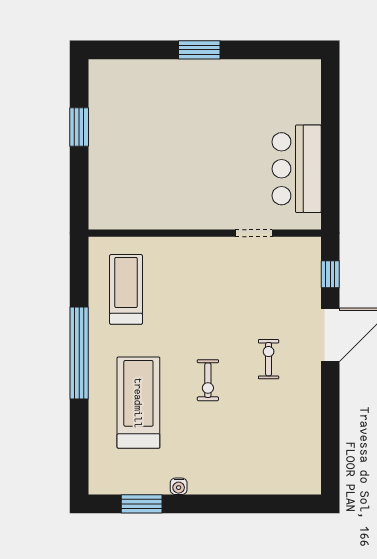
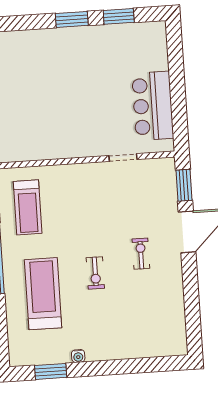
window: (260, 50) -> (119, 16), added
window: (330, 274) -> (184, 185), width x1.50
treadmill: (126, 289) -> (28, 207), turned 180

